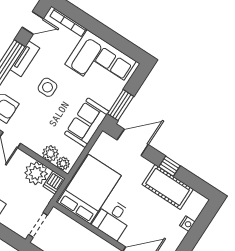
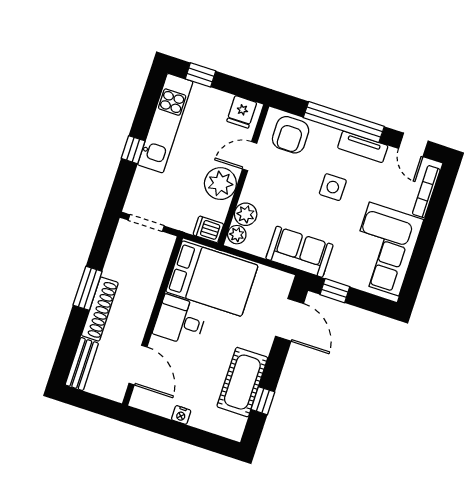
window: (121, 105) -> (335, 291), width x0.67
window: (170, 166) -> (263, 401), moved
plant: (36, 173) -> (220, 184), moved
nightstand: (187, 224) -> (181, 415), moved

